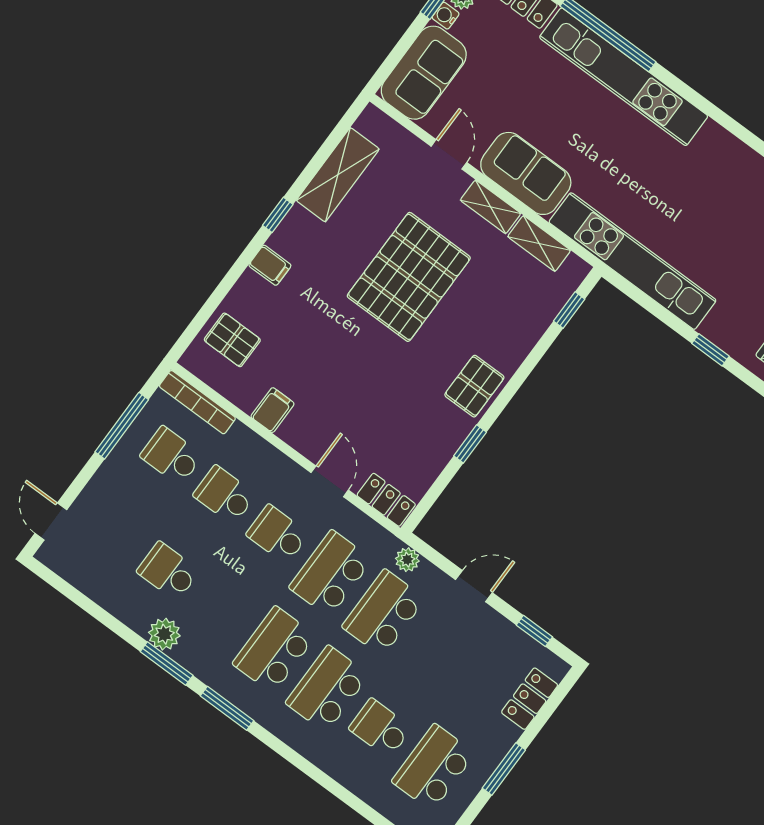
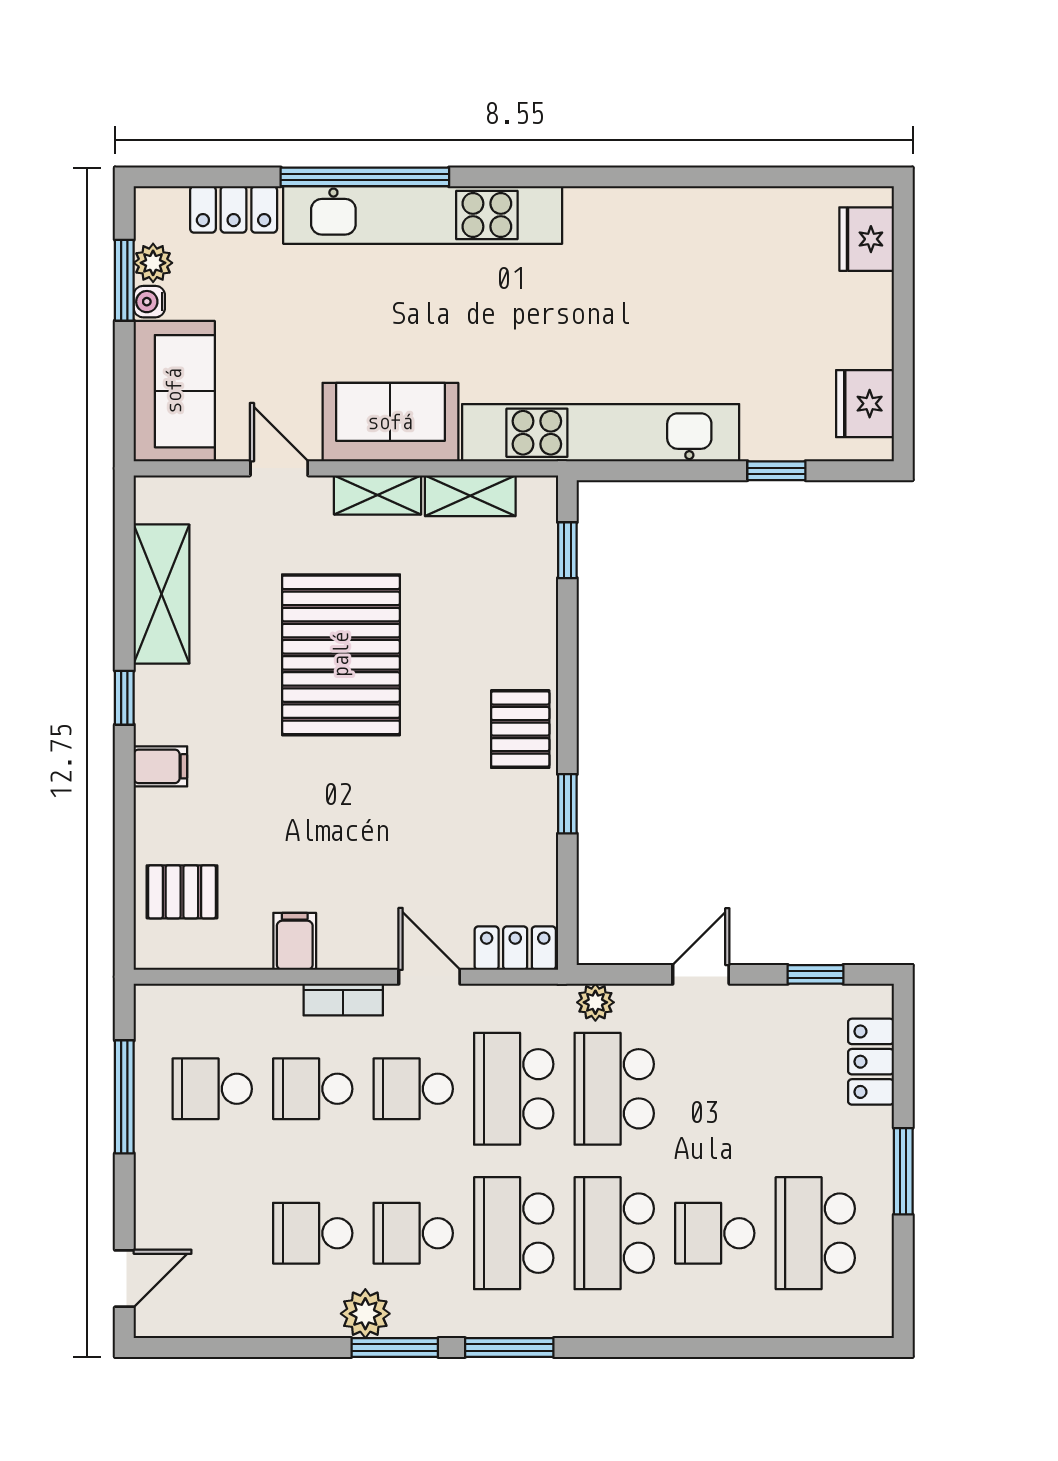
bookcase: (197, 402) -> (343, 1000), moved, width x0.64
door: (51, 522) -> (124, 1279), swing flipped
school desk: (221, 610) -> (413, 1233), added

